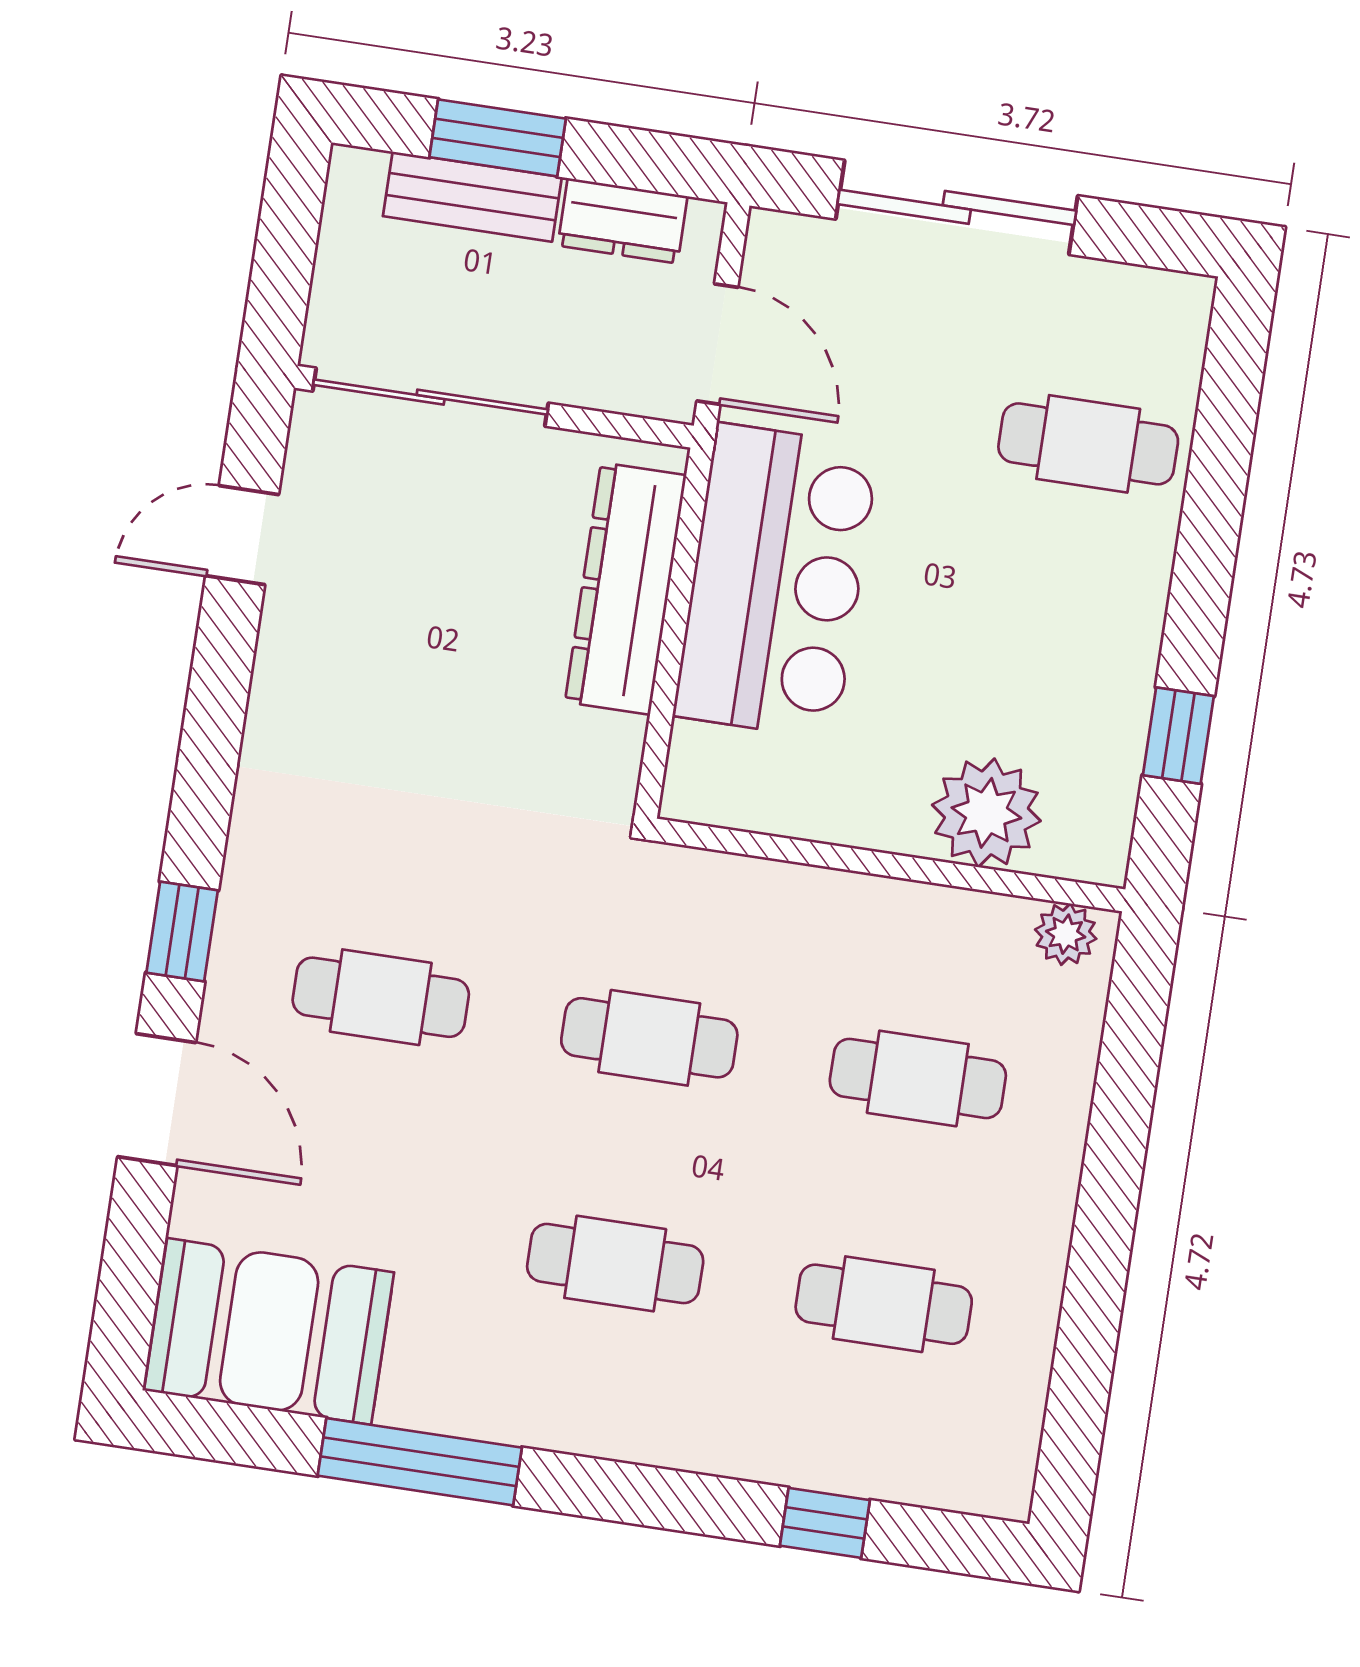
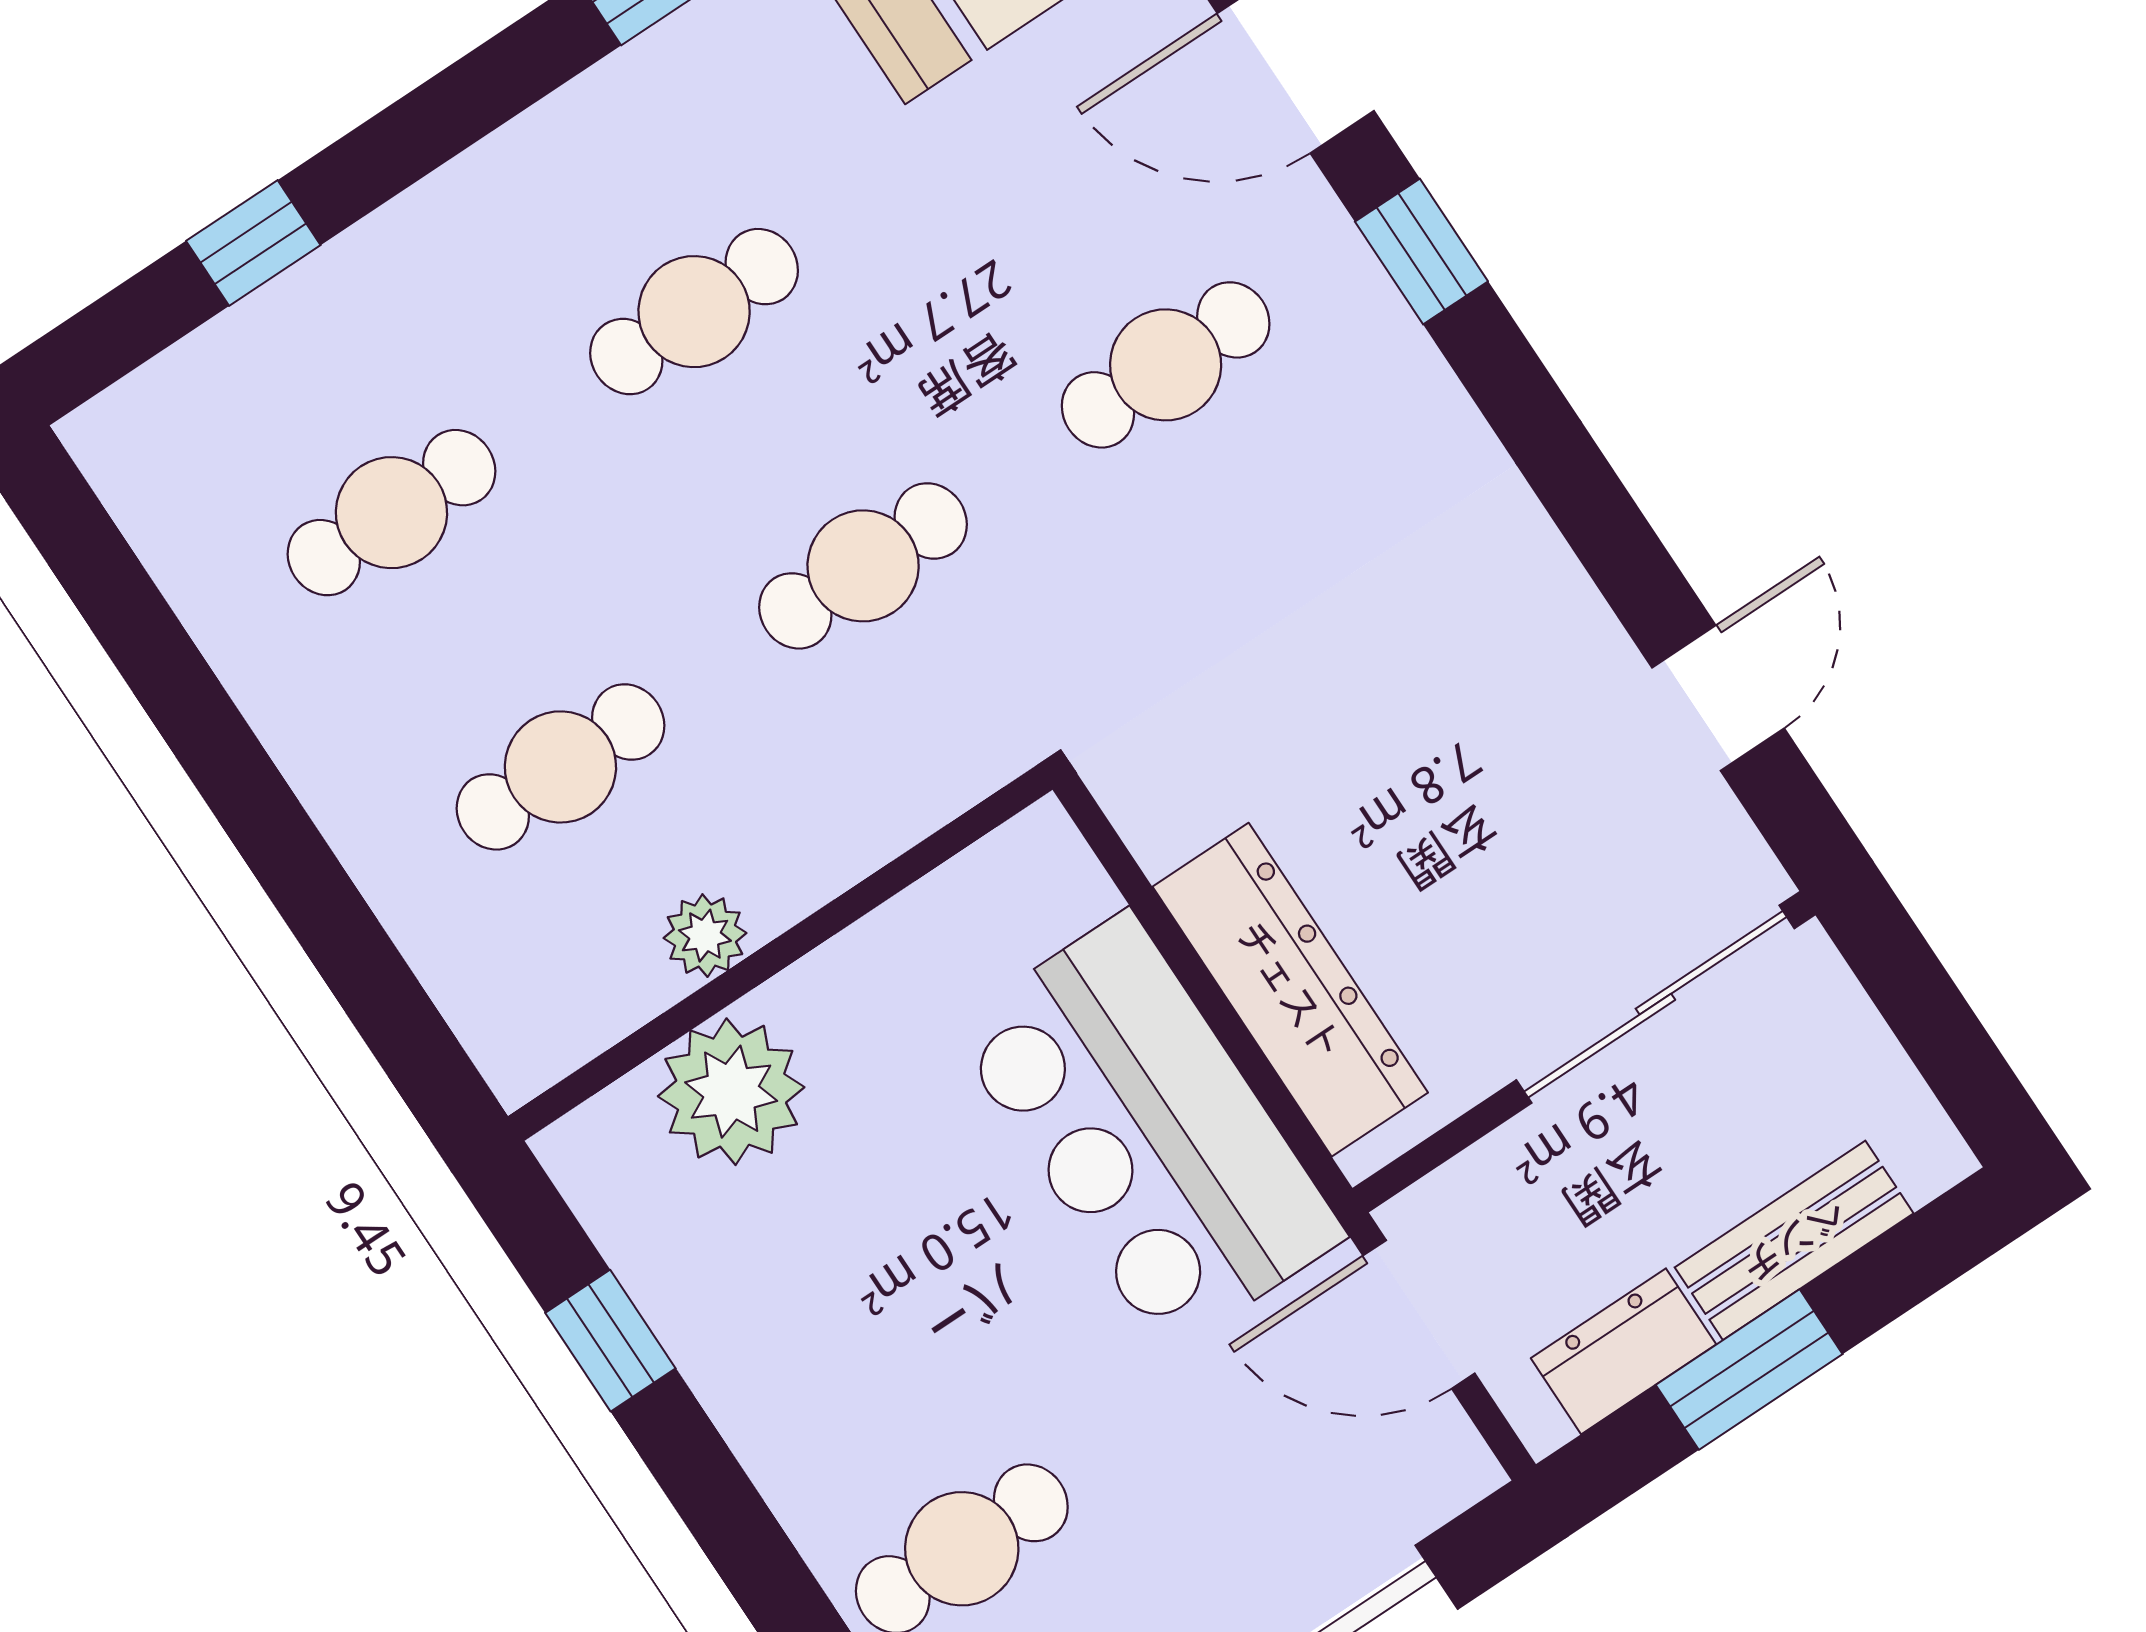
window: (498, 138) -> (1749, 1370), moved
plant: (1066, 934) -> (705, 936), moved

